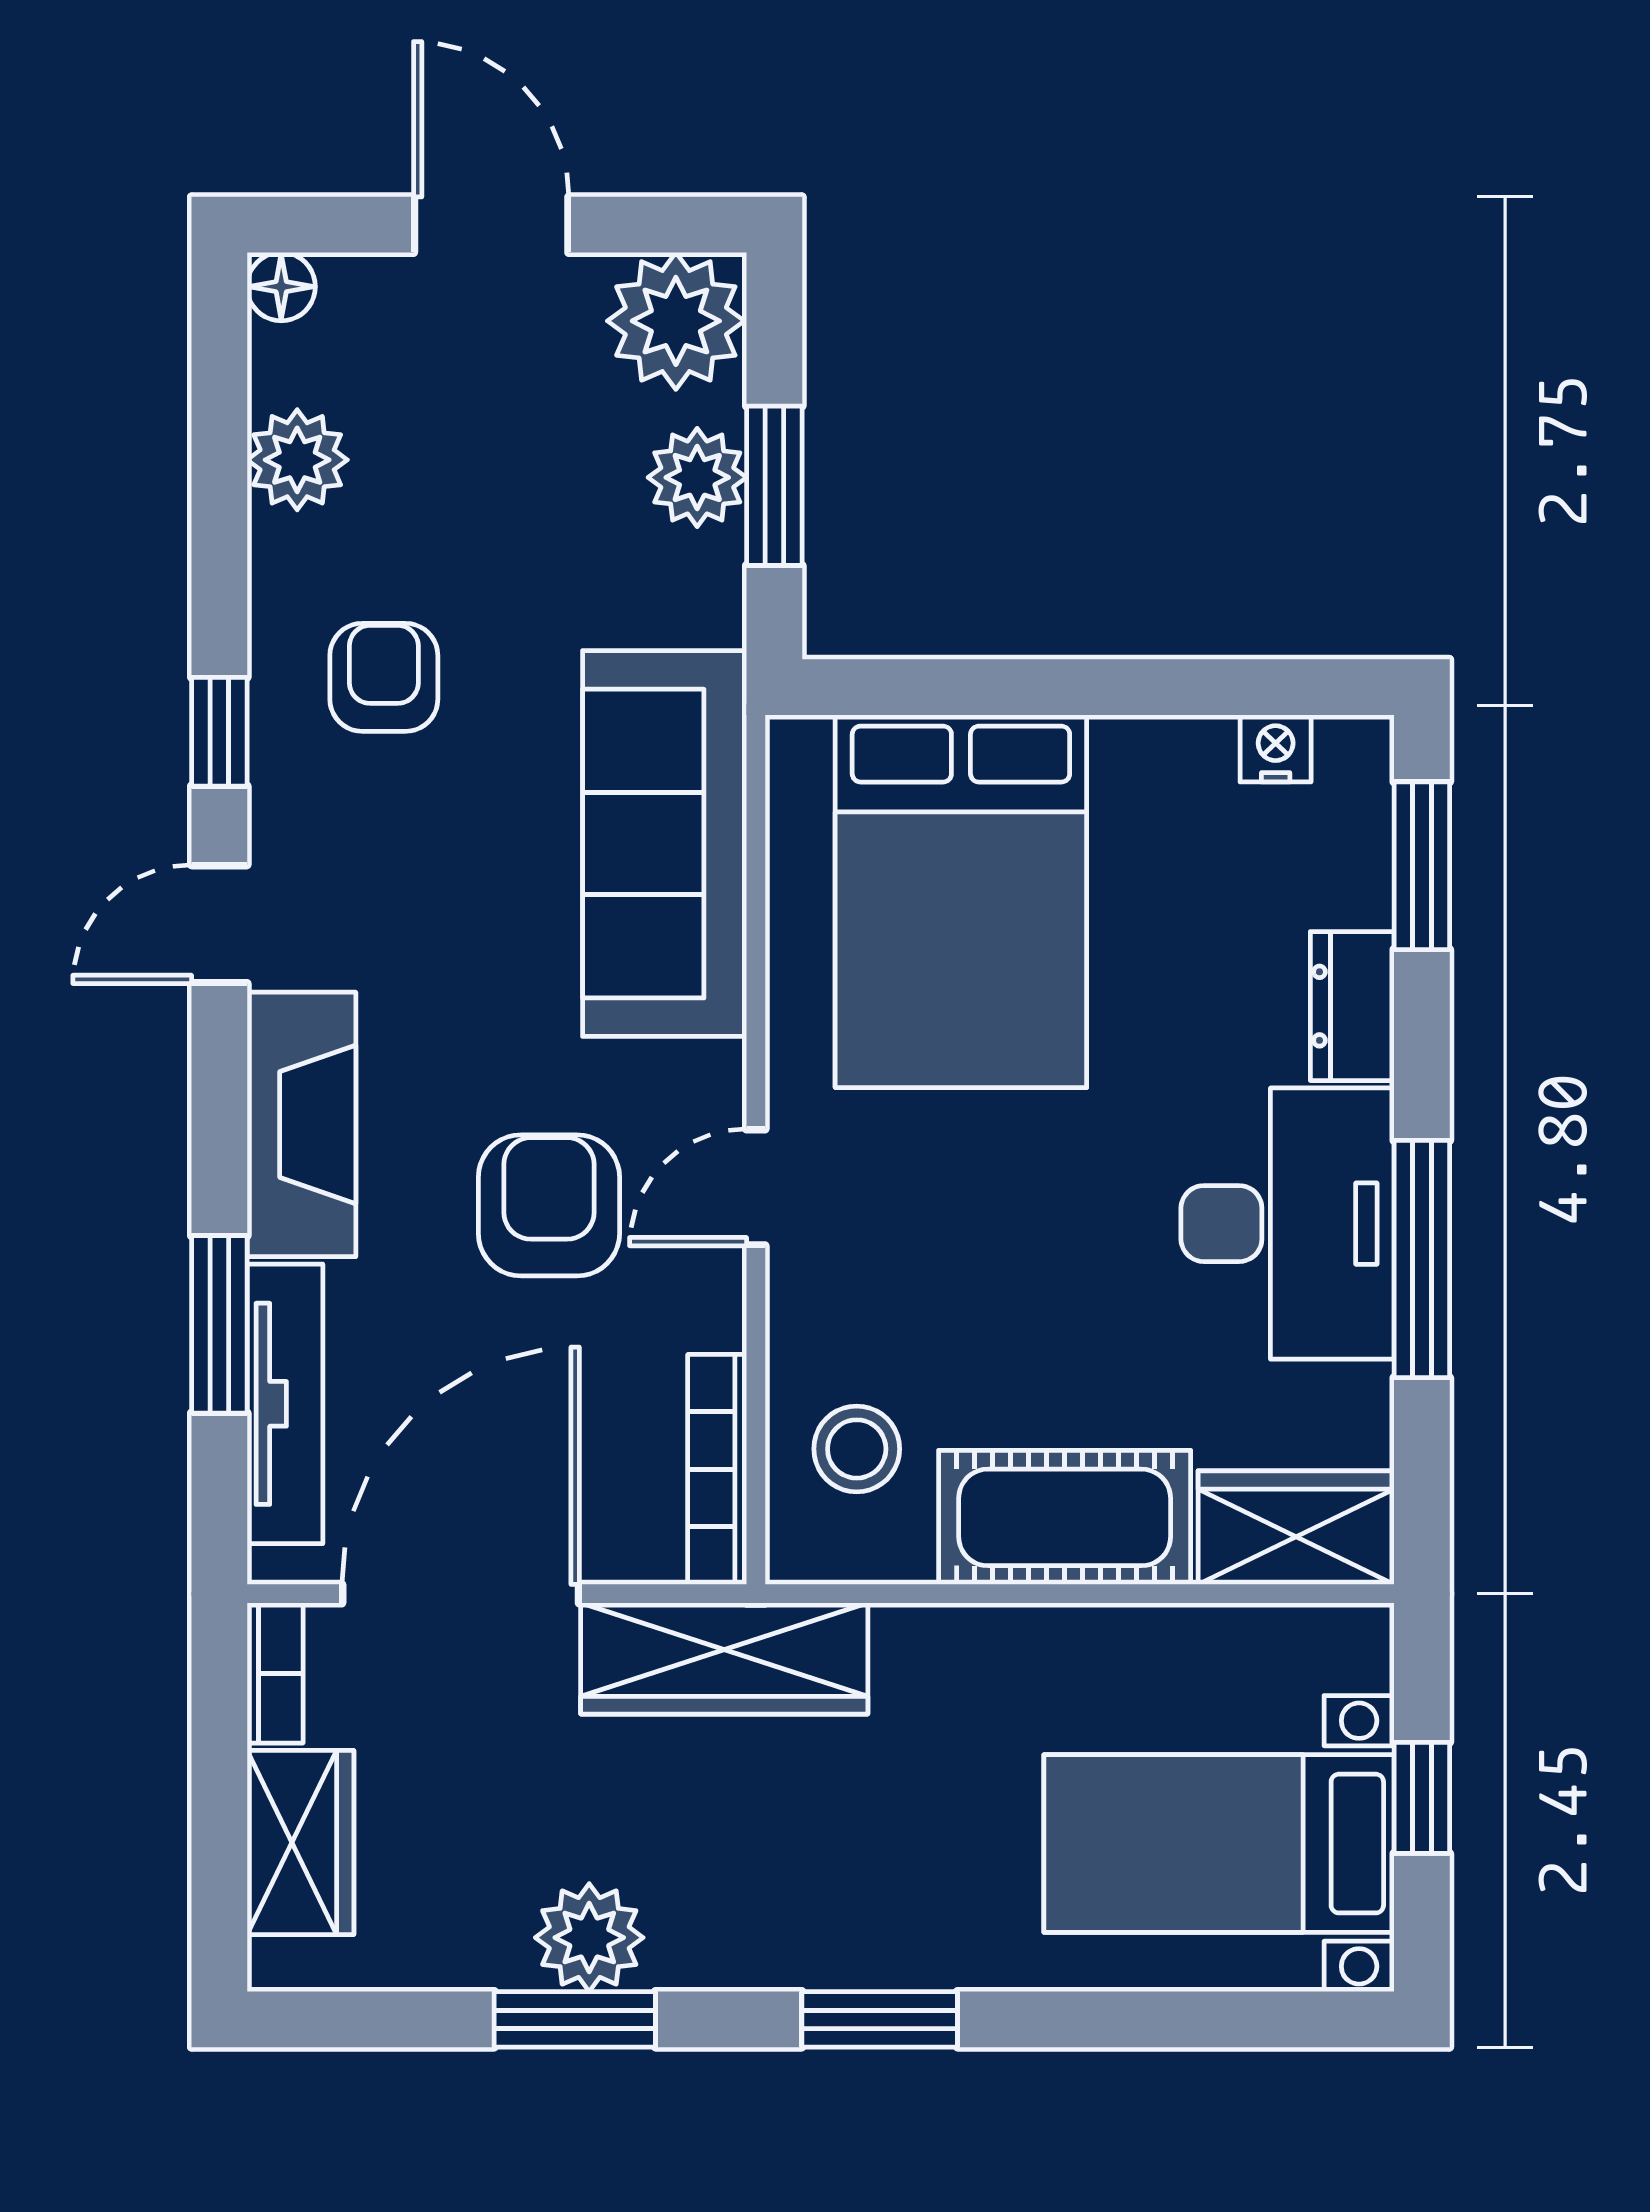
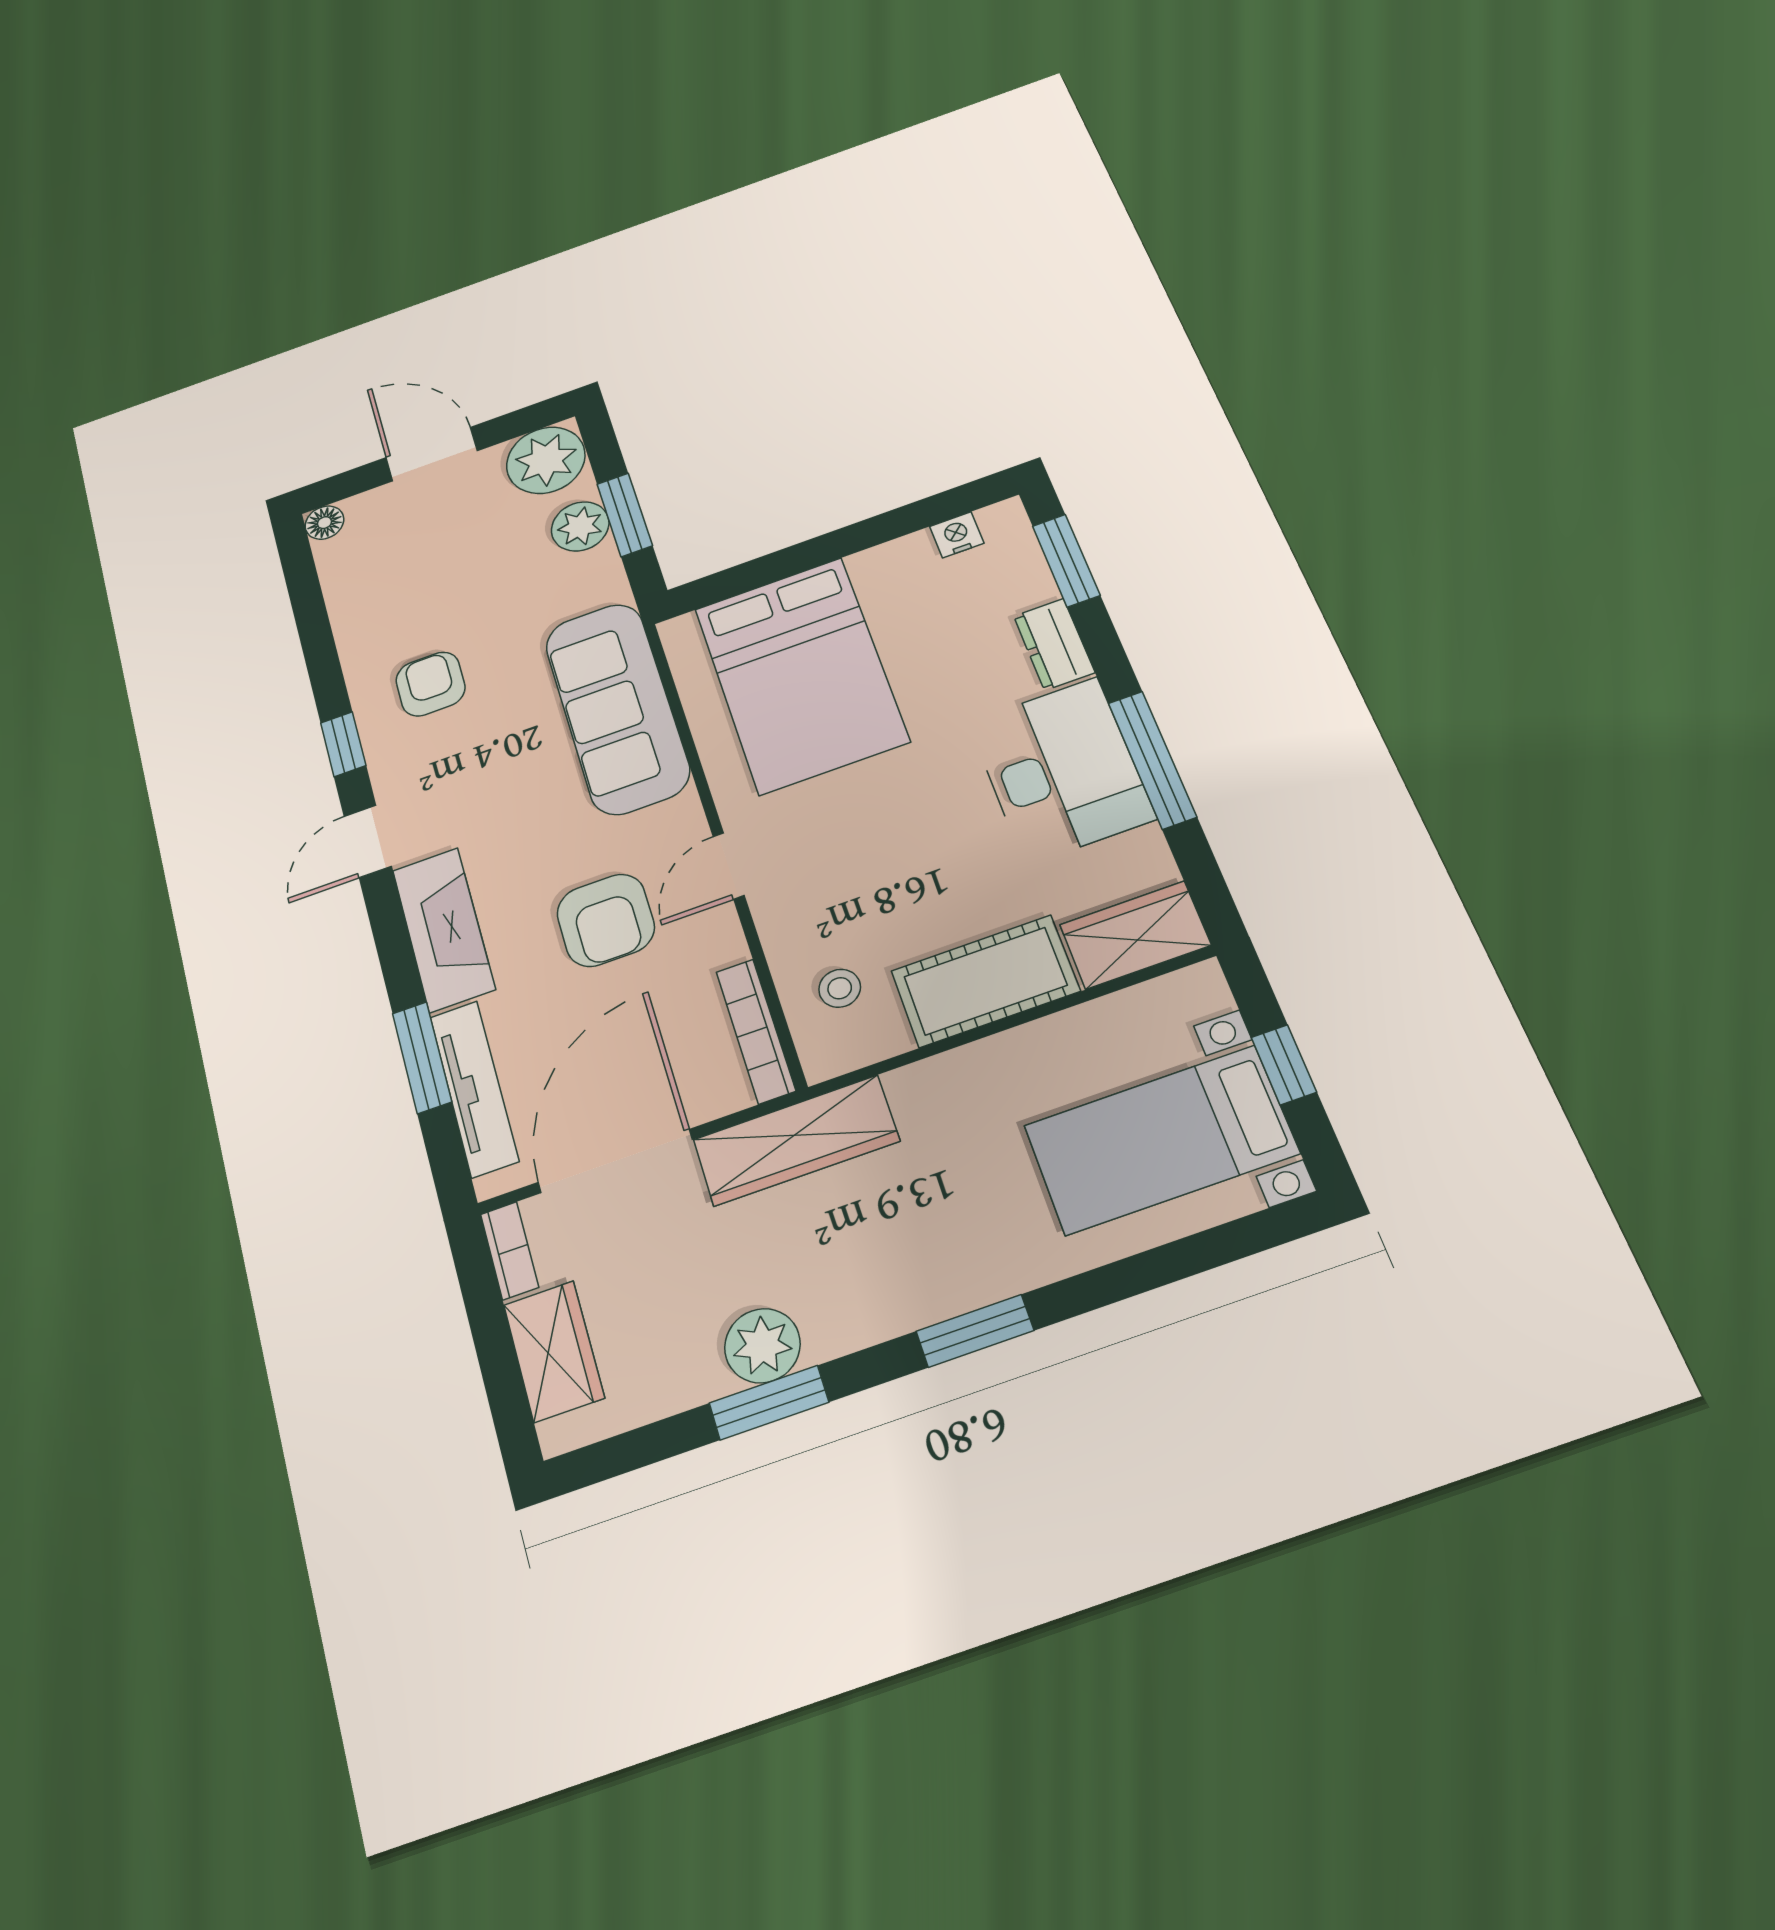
plant: (297, 460) -> (354, 598), removed
armchair: (549, 1205) -> (606, 920), turned 180
stool: (857, 1449) -> (840, 988), width x0.73, depth x0.73

